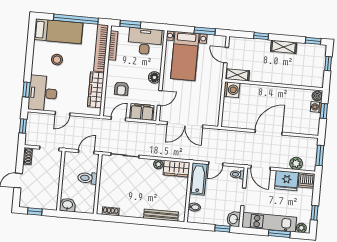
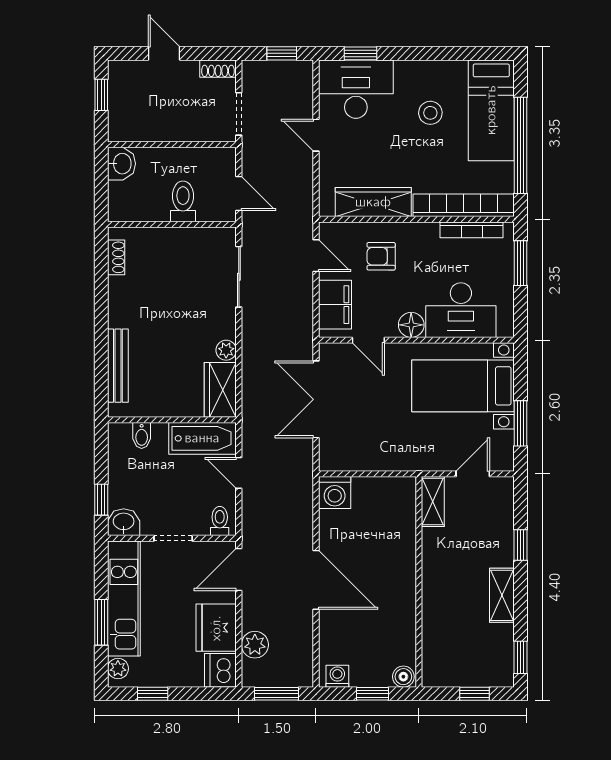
desk: (145, 41) -> (461, 310), moved, turned 90
washing machine: (232, 90) -> (335, 493), moved
washing machine: (316, 107) -> (337, 676), moved

